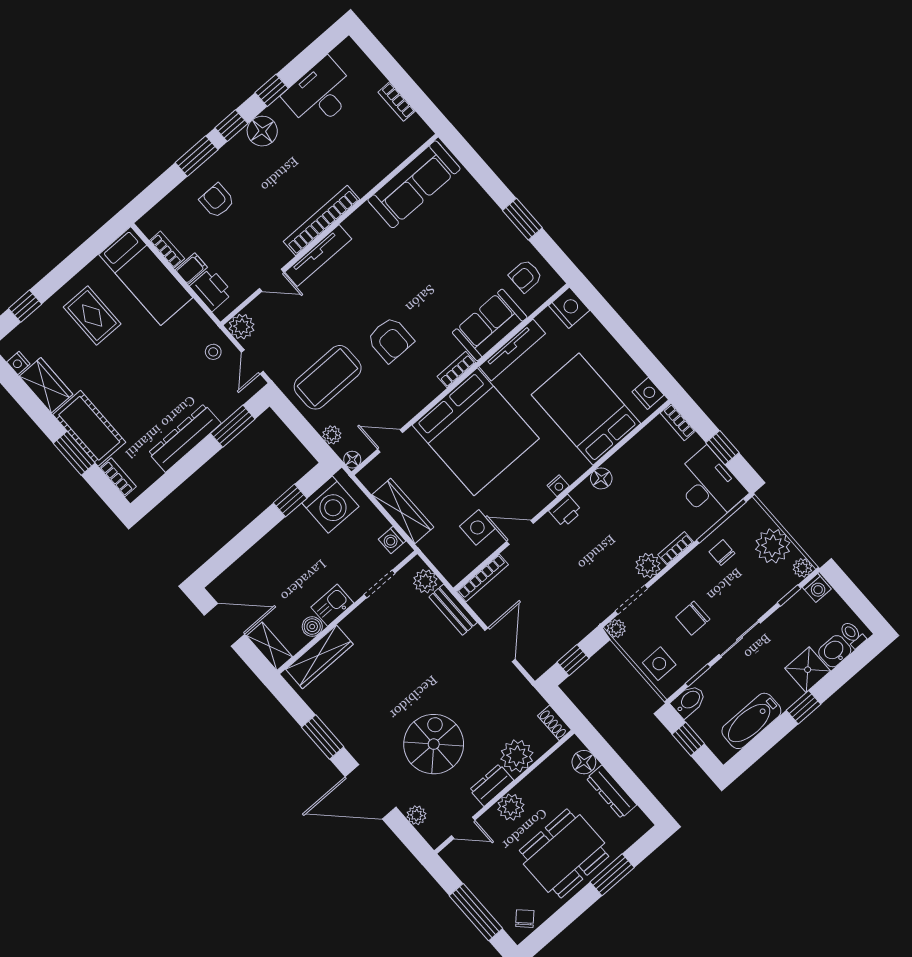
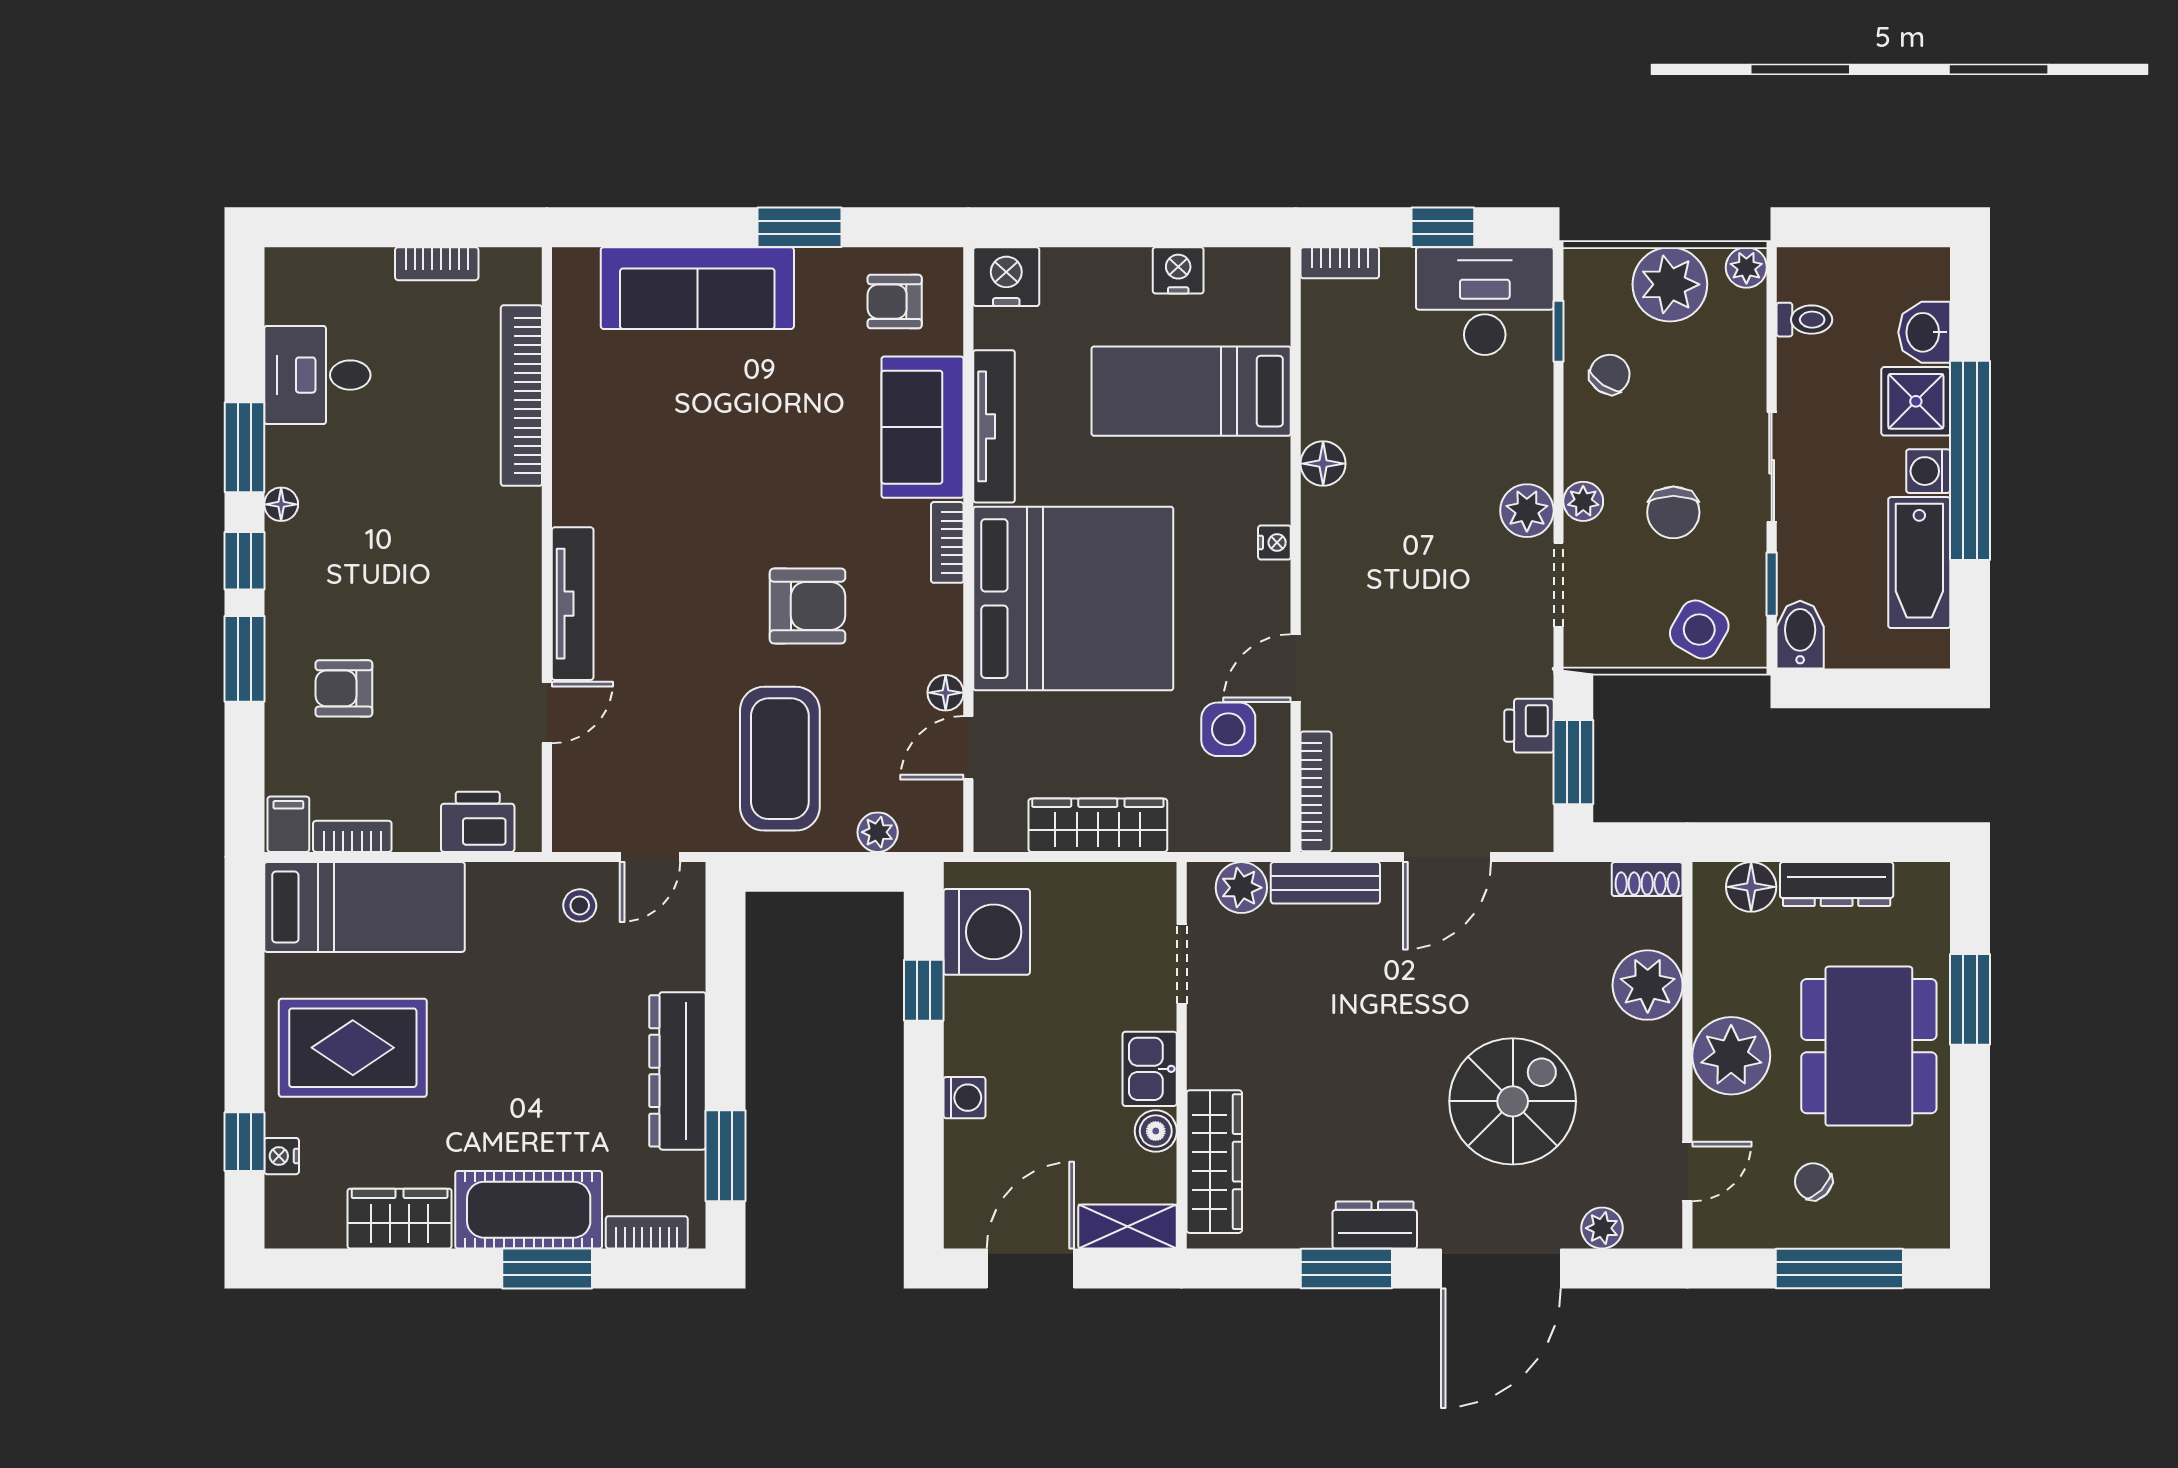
window: (272, 90) -> (244, 447), width x1.50
desk: (320, 94) -> (317, 375), width x0.73
floor lamp: (262, 131) -> (281, 504), width x0.53, depth x0.53
sofa: (414, 184) -> (697, 288), moved, turned 90
bookcase: (321, 221) -> (521, 396), moved
filing cabinet: (191, 269) -> (288, 824), moved
armchair: (526, 276) -> (895, 302), turned 90
rug: (92, 316) -> (353, 1048), width x1.36, depth x1.43
plant: (242, 327) -> (579, 825), removed
door: (252, 362) -> (650, 857), hinge flipped
nightstand: (18, 363) -> (282, 1156), moved, turned 90
nightstand: (648, 393) -> (1178, 270), moved
bed: (586, 409) -> (1191, 391), width x0.67
window: (233, 426) -> (725, 1156), moved
floor lamp: (352, 460) -> (946, 693), moved
printer: (566, 511) -> (1529, 726), moved, turned 180
window: (721, 521) -> (1558, 331), width x0.46
washing machine: (392, 540) -> (964, 1098), moved, turned -90
bookcase: (676, 548) -> (1538, 442), removed
chair: (722, 553) -> (1610, 374), turned 124
washing machine: (817, 588) -> (1928, 471), moved, turned 180
window: (789, 596) -> (1772, 328), removed
plant: (616, 628) -> (1583, 501), moved
toilet: (852, 635) -> (1804, 320), moved, turned 180
door: (500, 645) -> (1447, 857), swing flipped
window: (573, 660) -> (1573, 762), width x1.50
side table: (659, 664) -> (1699, 630), turned 30
window: (803, 707) -> (1970, 460), width x3.17
window: (688, 739) -> (1860, 688), removed
spiral stairs: (434, 744) -> (1513, 1101), turned 90
dresser: (492, 785) -> (1375, 1225), moved, turned 90
plant: (511, 807) -> (1731, 1056), width x1.36, depth x1.36
chair: (525, 919) -> (1813, 1181), moved

